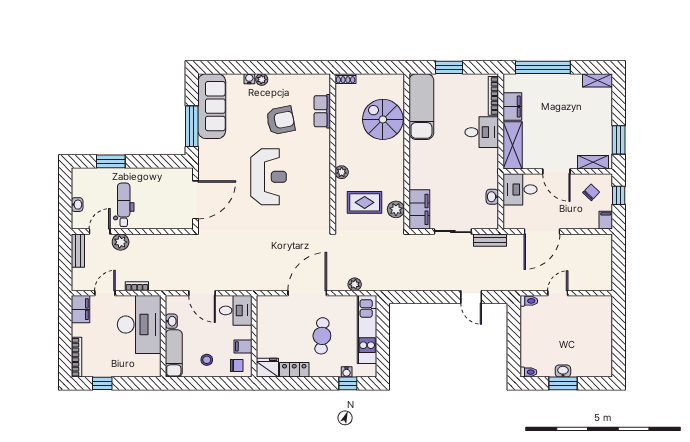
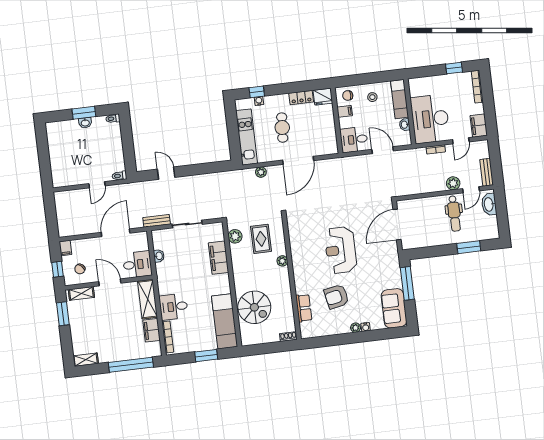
sofa: (212, 106) -> (394, 308), width x0.73
rug: (365, 202) -> (261, 239), turned 90
washbasin: (77, 205) -> (489, 204), width x1.91, depth x1.45
filing cabinet: (419, 209) -> (219, 258), moved

